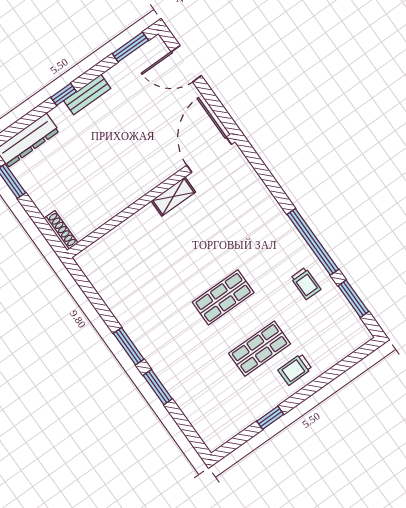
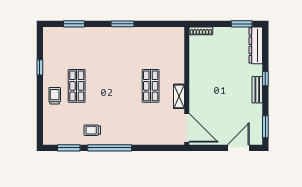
shop shelf: (223, 297) -> (151, 86), moved
window: (158, 387) -> (74, 24), moved

